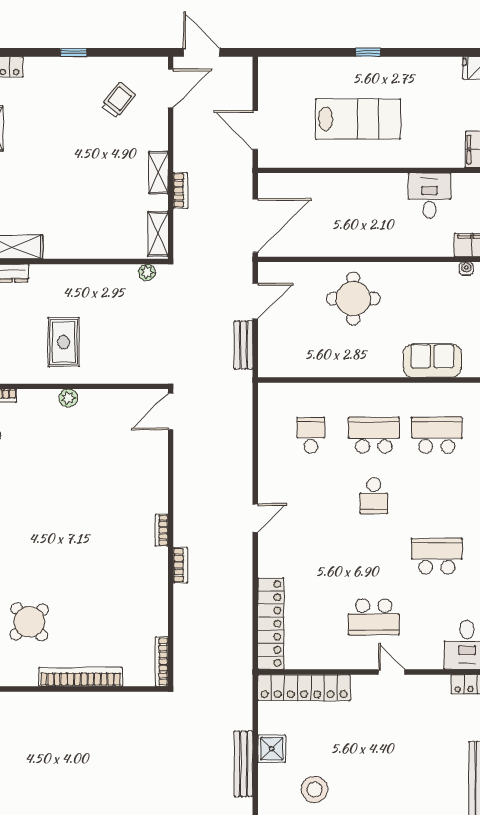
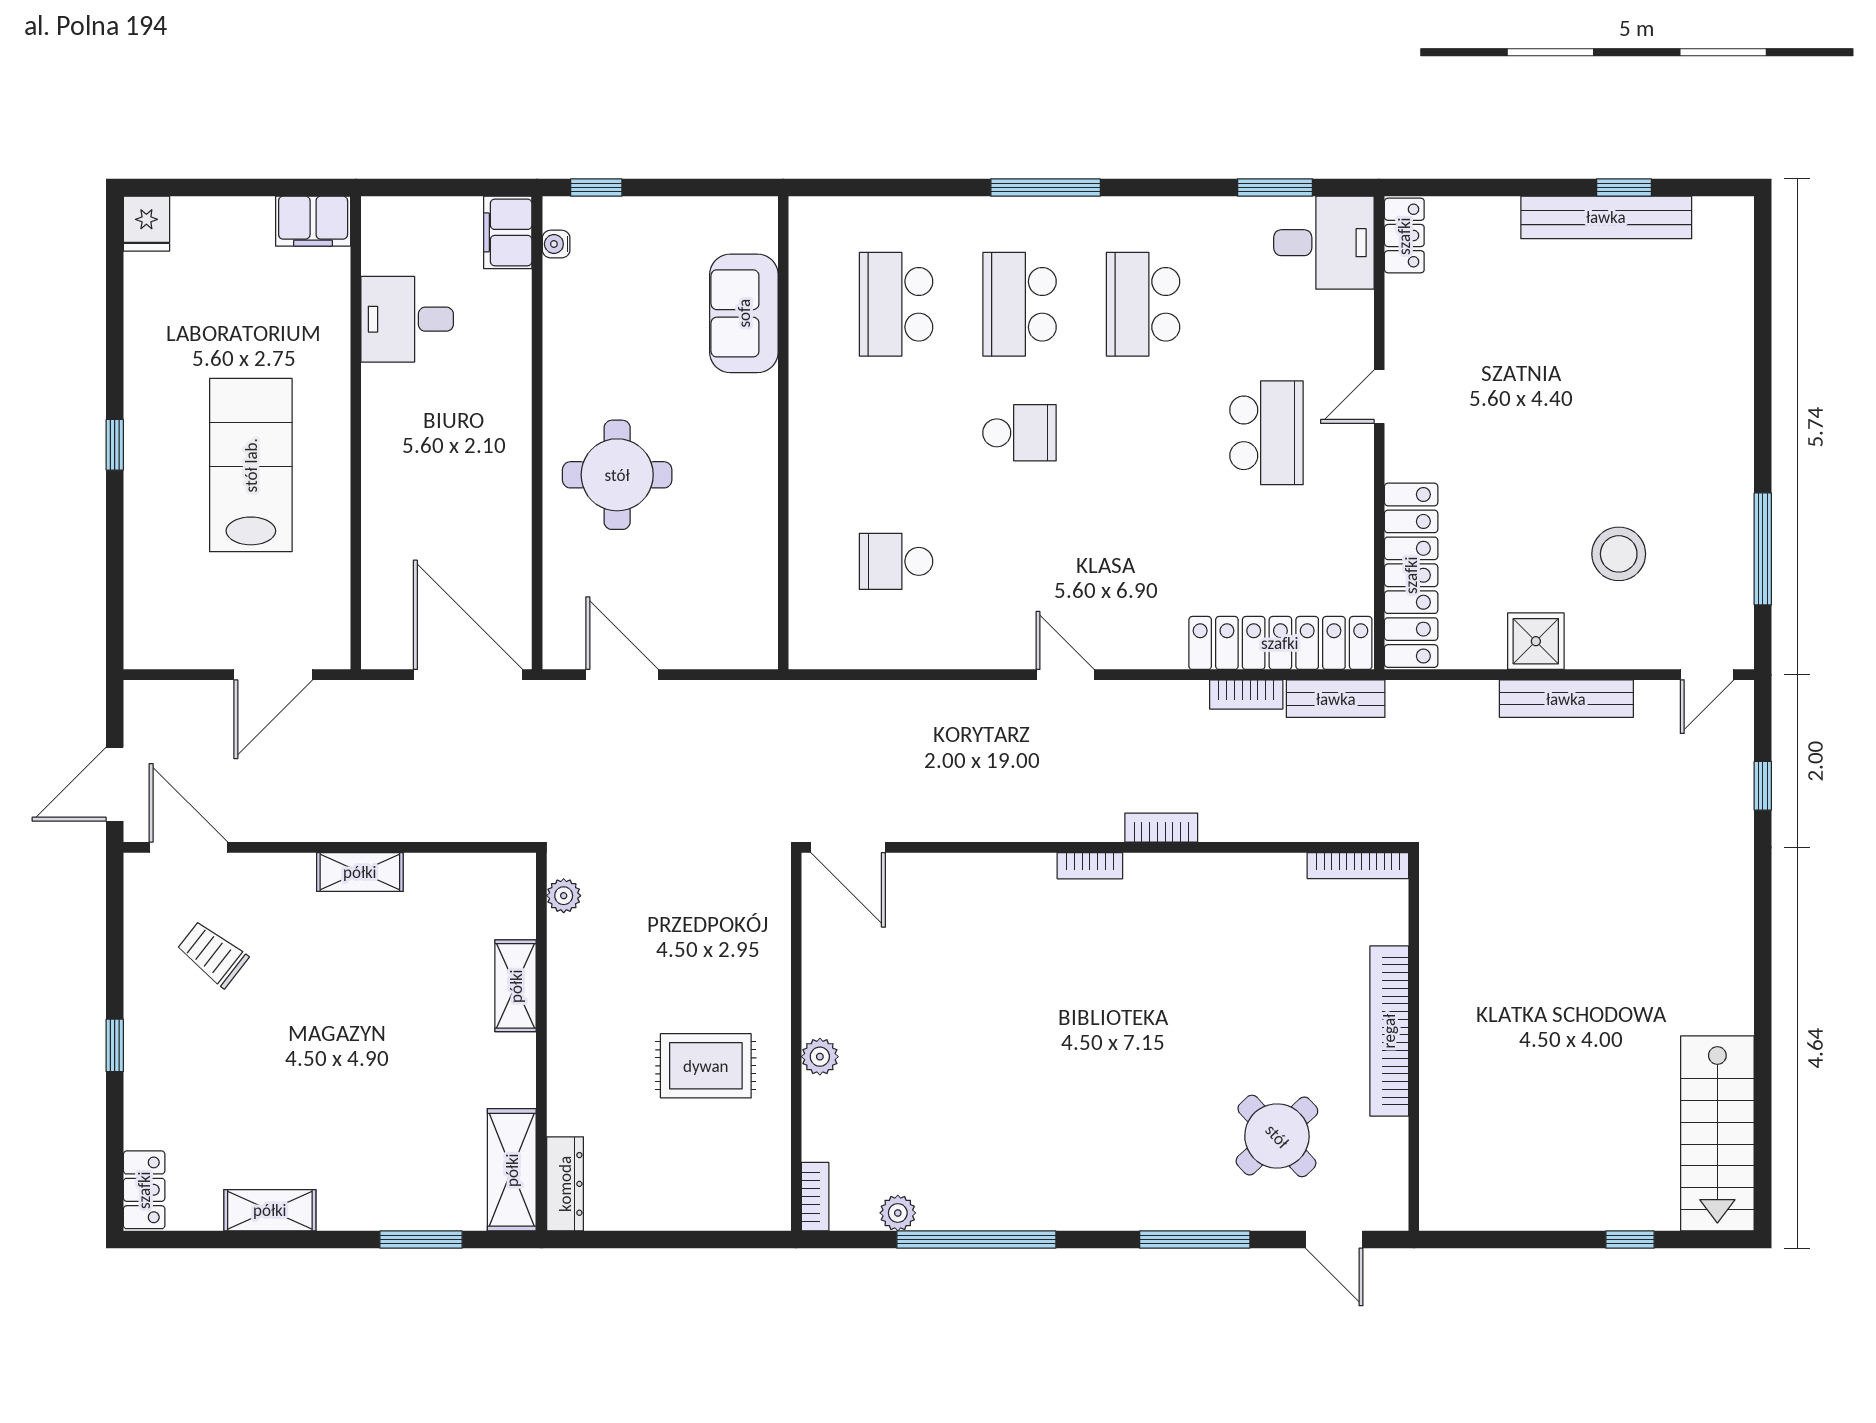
bookcase: (180, 190) -> (1246, 694), moved, turned 180
shelving: (158, 234) -> (516, 986), moved, turned 90
bench: (244, 345) -> (1336, 699), moved
school desk: (374, 435) -> (1020, 304), moved

